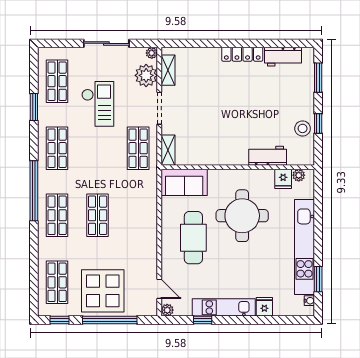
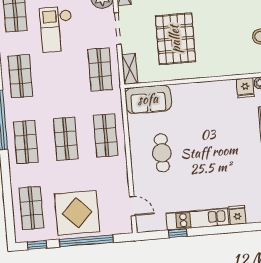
checkout: (98, 104) -> (57, 29), turned 180
pallet: (217, 124) -> (175, 39), added
workbench: (268, 156) -> (228, 66), removed
shop shelf: (138, 215) -> (106, 135), added
round table: (242, 216) -> (208, 127), removed
cafe table: (193, 238) -> (162, 153), width x0.73, depth x0.74
plant: (167, 310) -> (142, 226), removed

